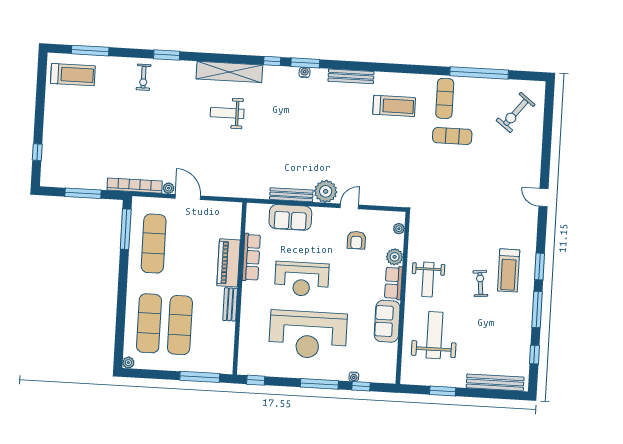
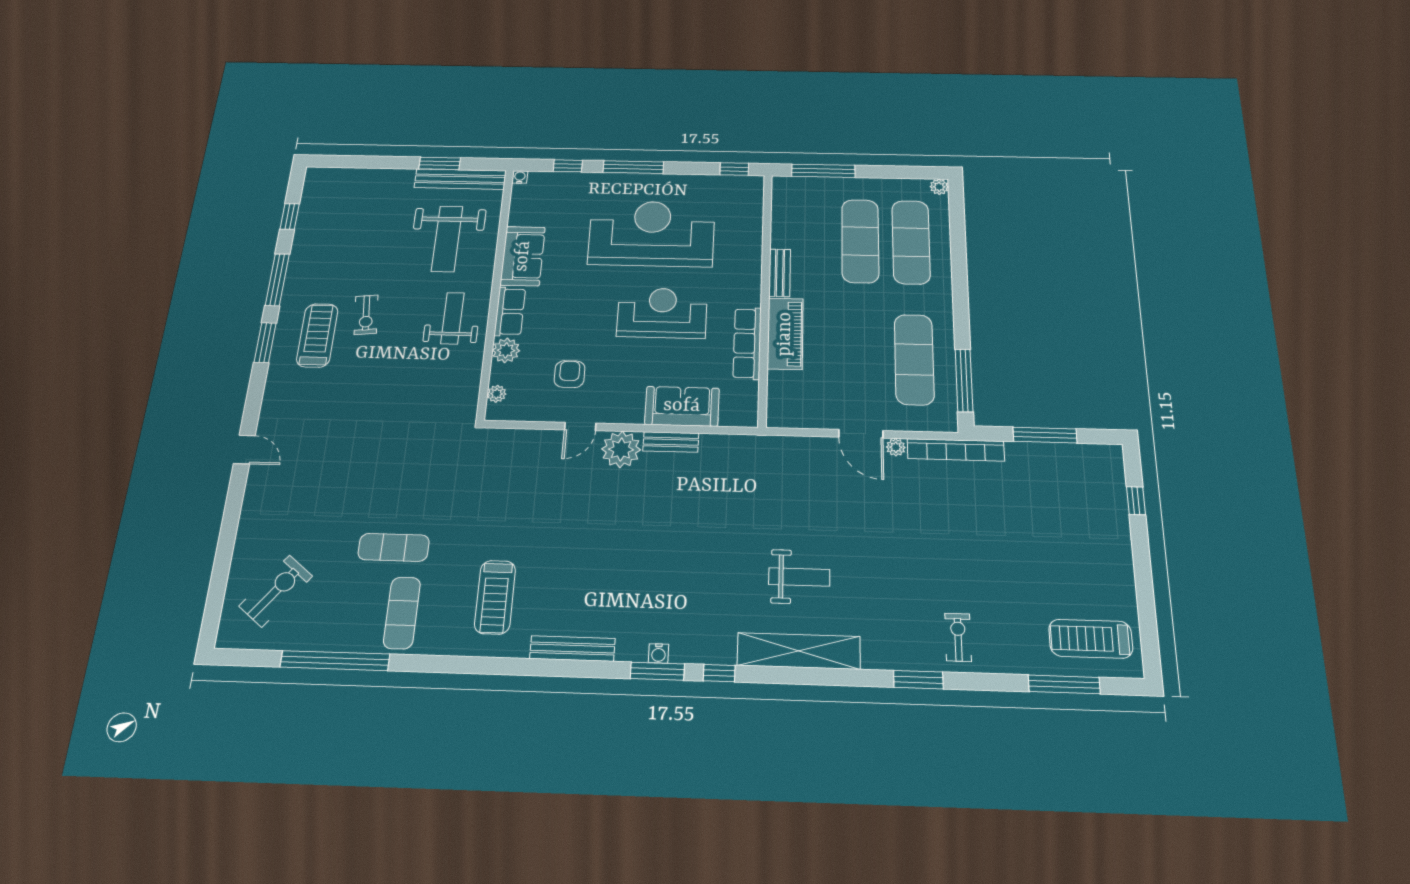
treadmill: (394, 106) -> (495, 597), turned -90
bench: (291, 195) -> (671, 442), width x0.73
water cooler: (354, 377) -> (520, 177), moved
bench: (495, 382) -> (460, 179), moved

